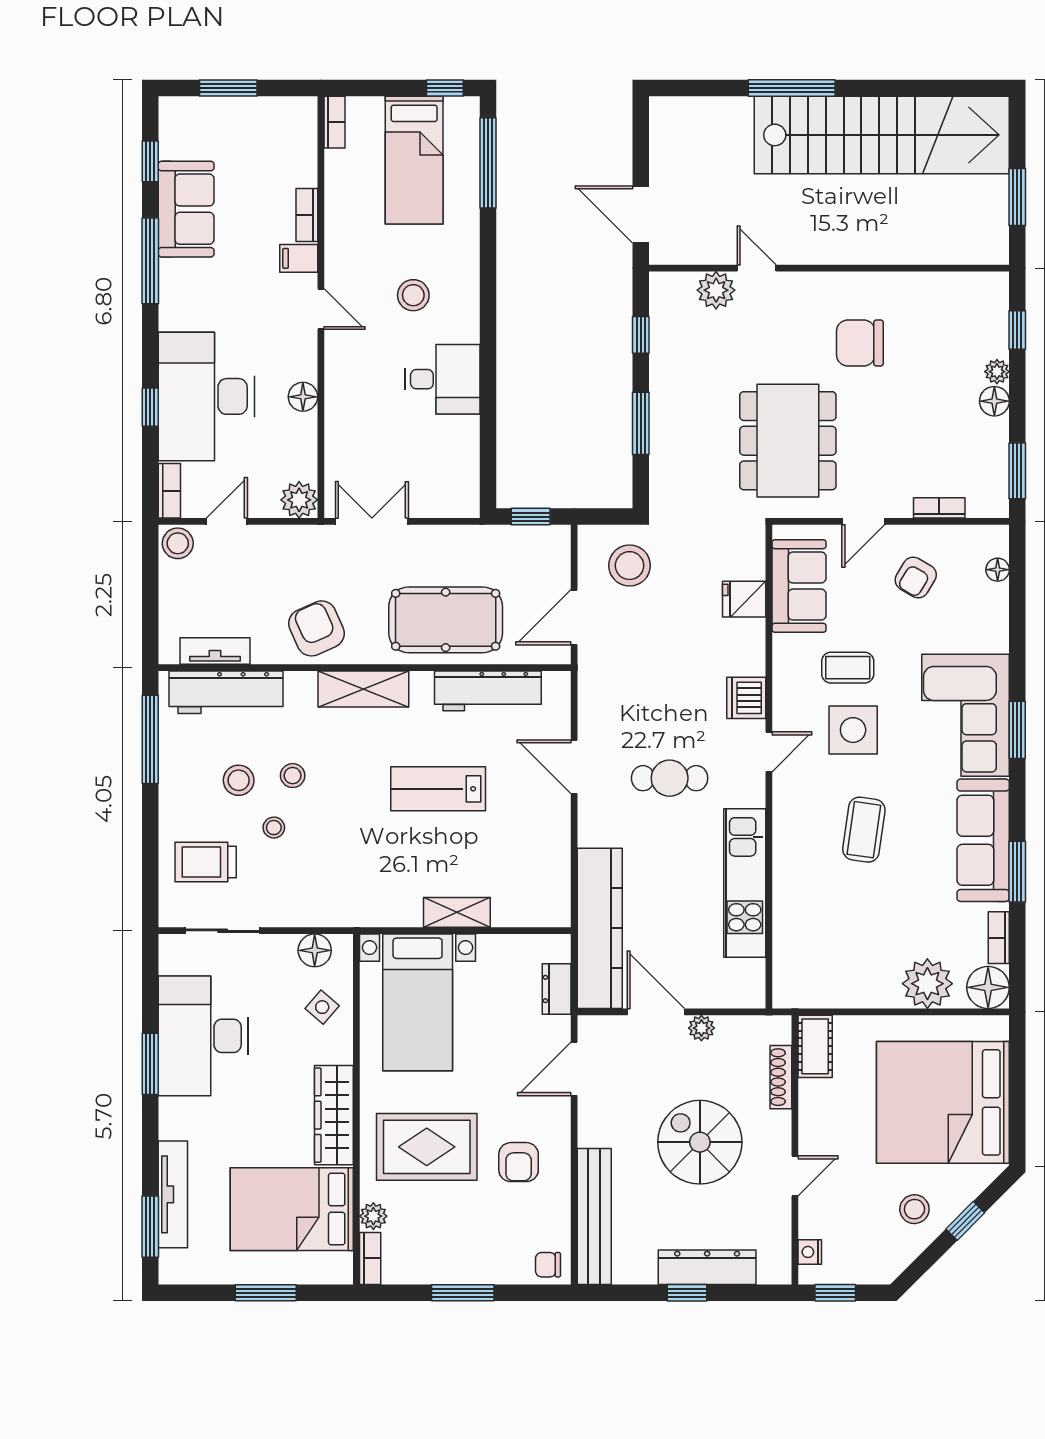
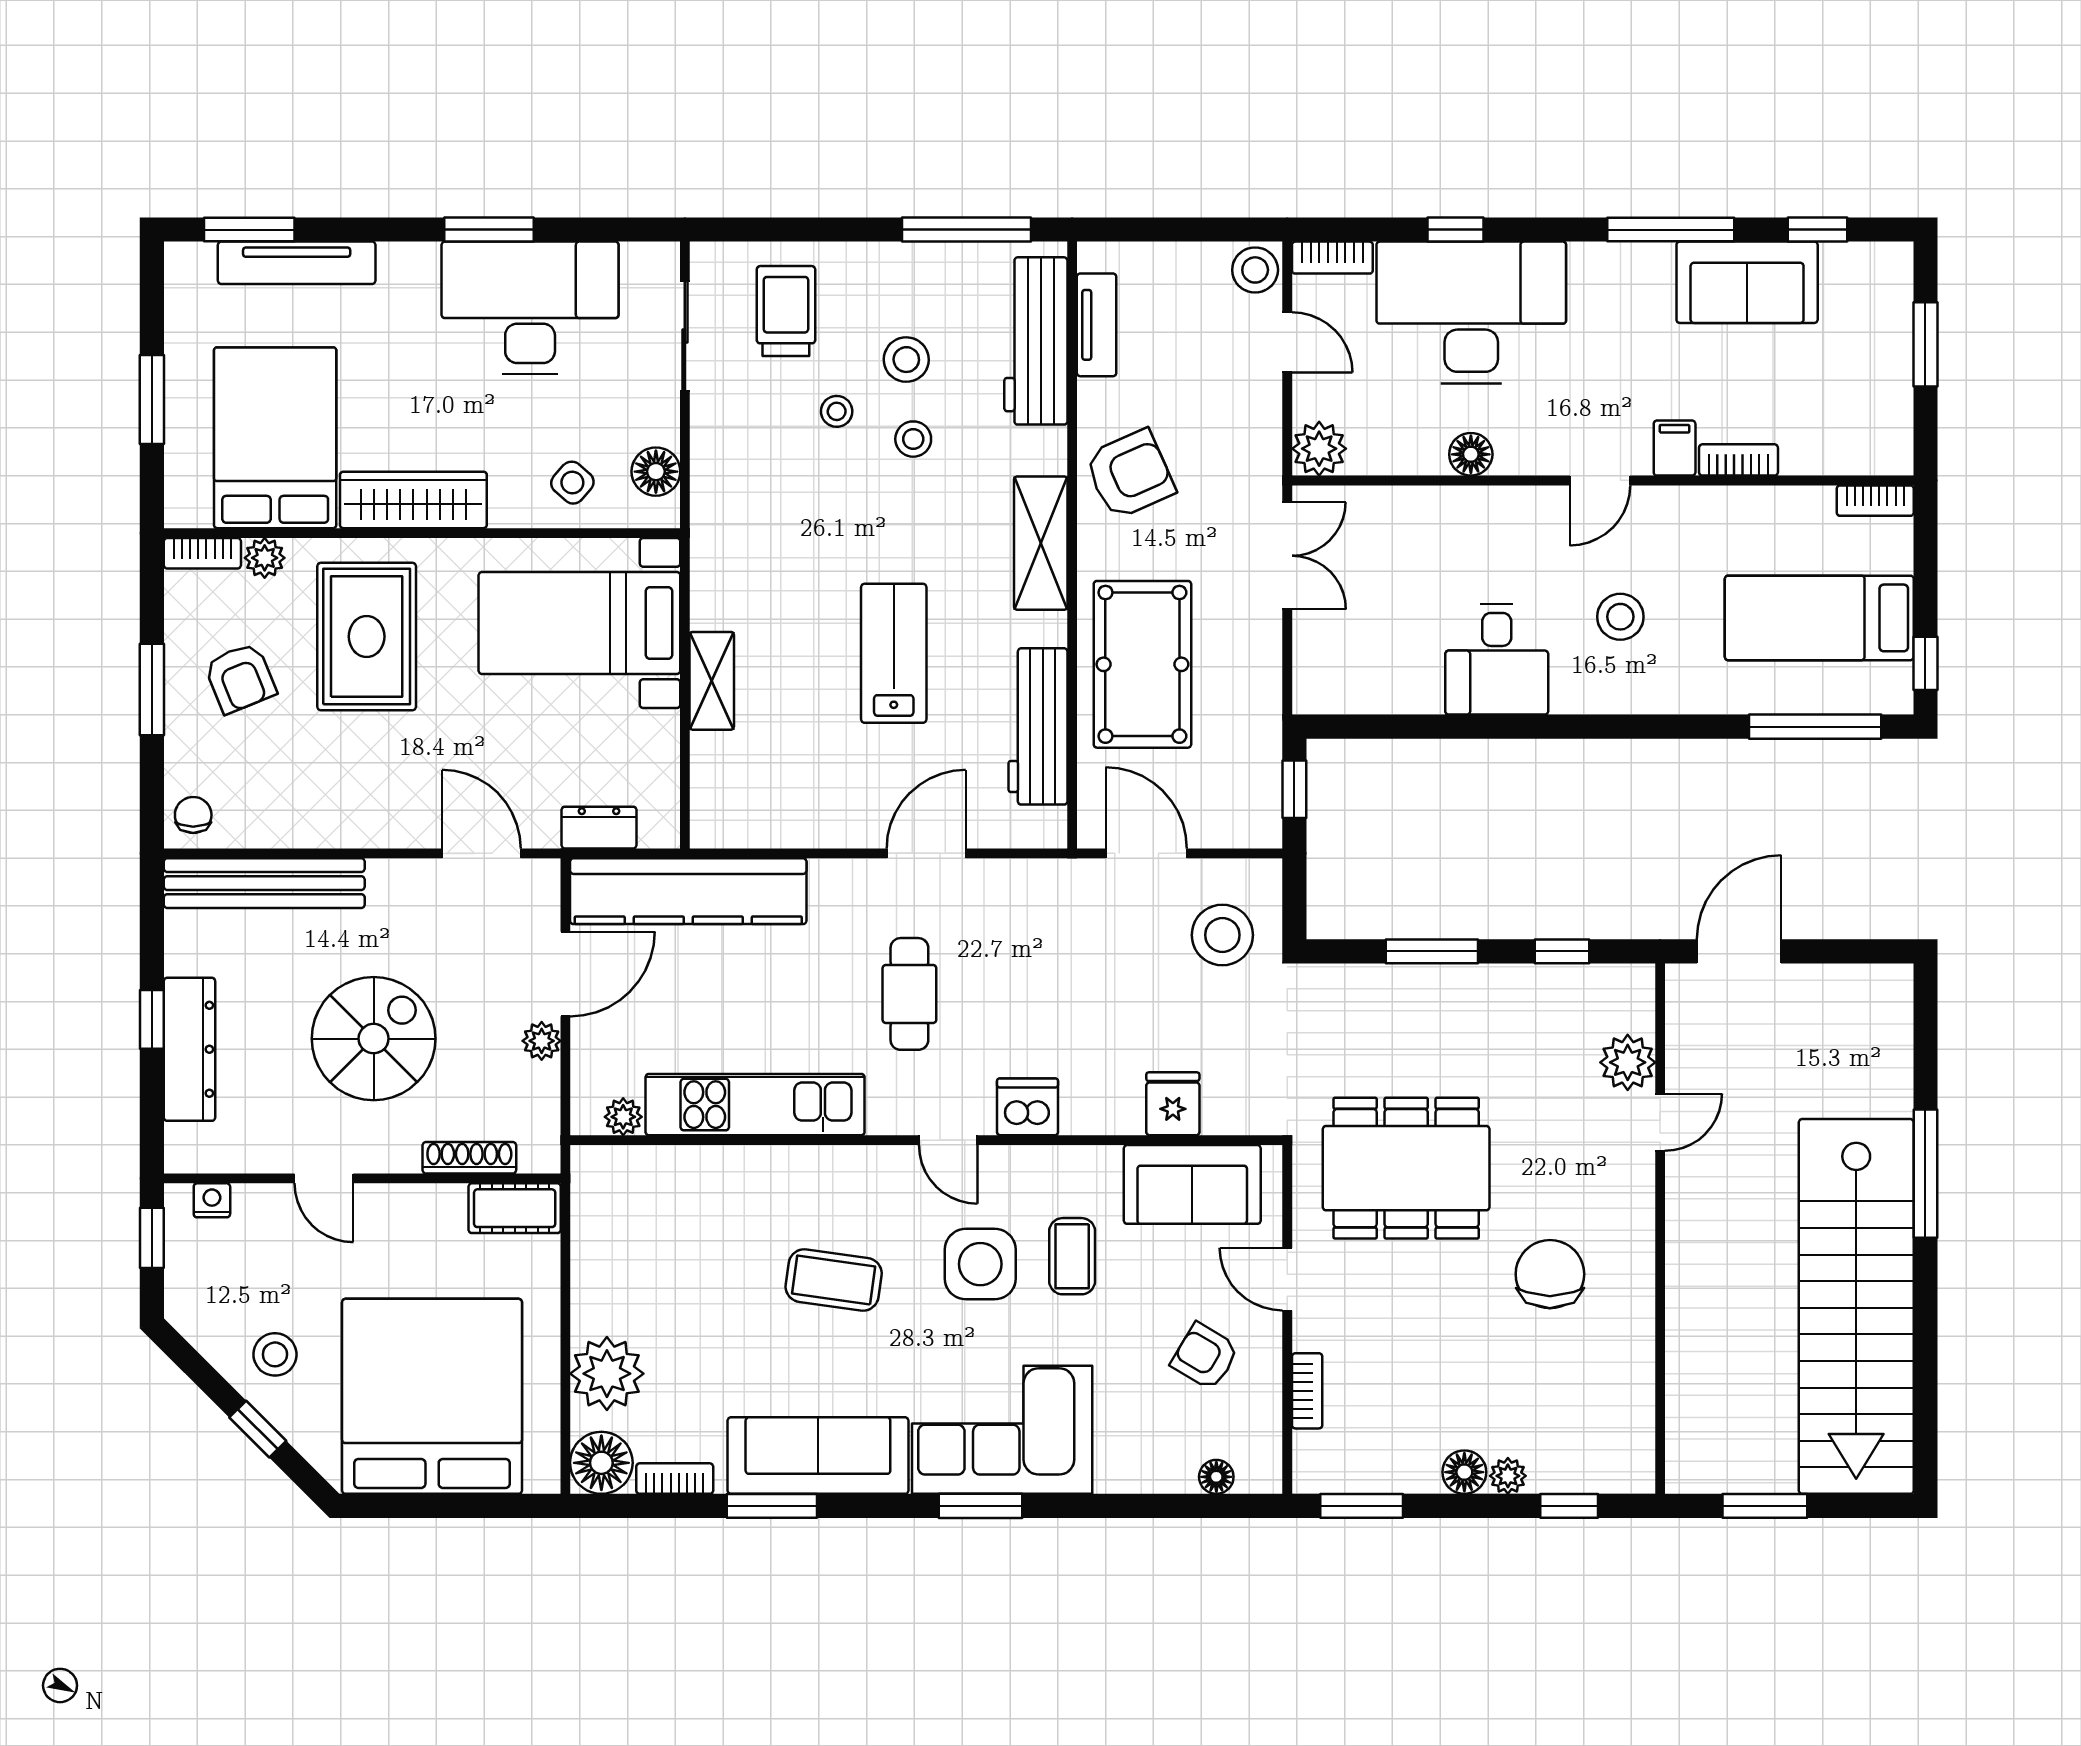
plant: (753, 973) -> (623, 1117), added
armchair: (519, 1162) -> (240, 678), moved, turned -112

